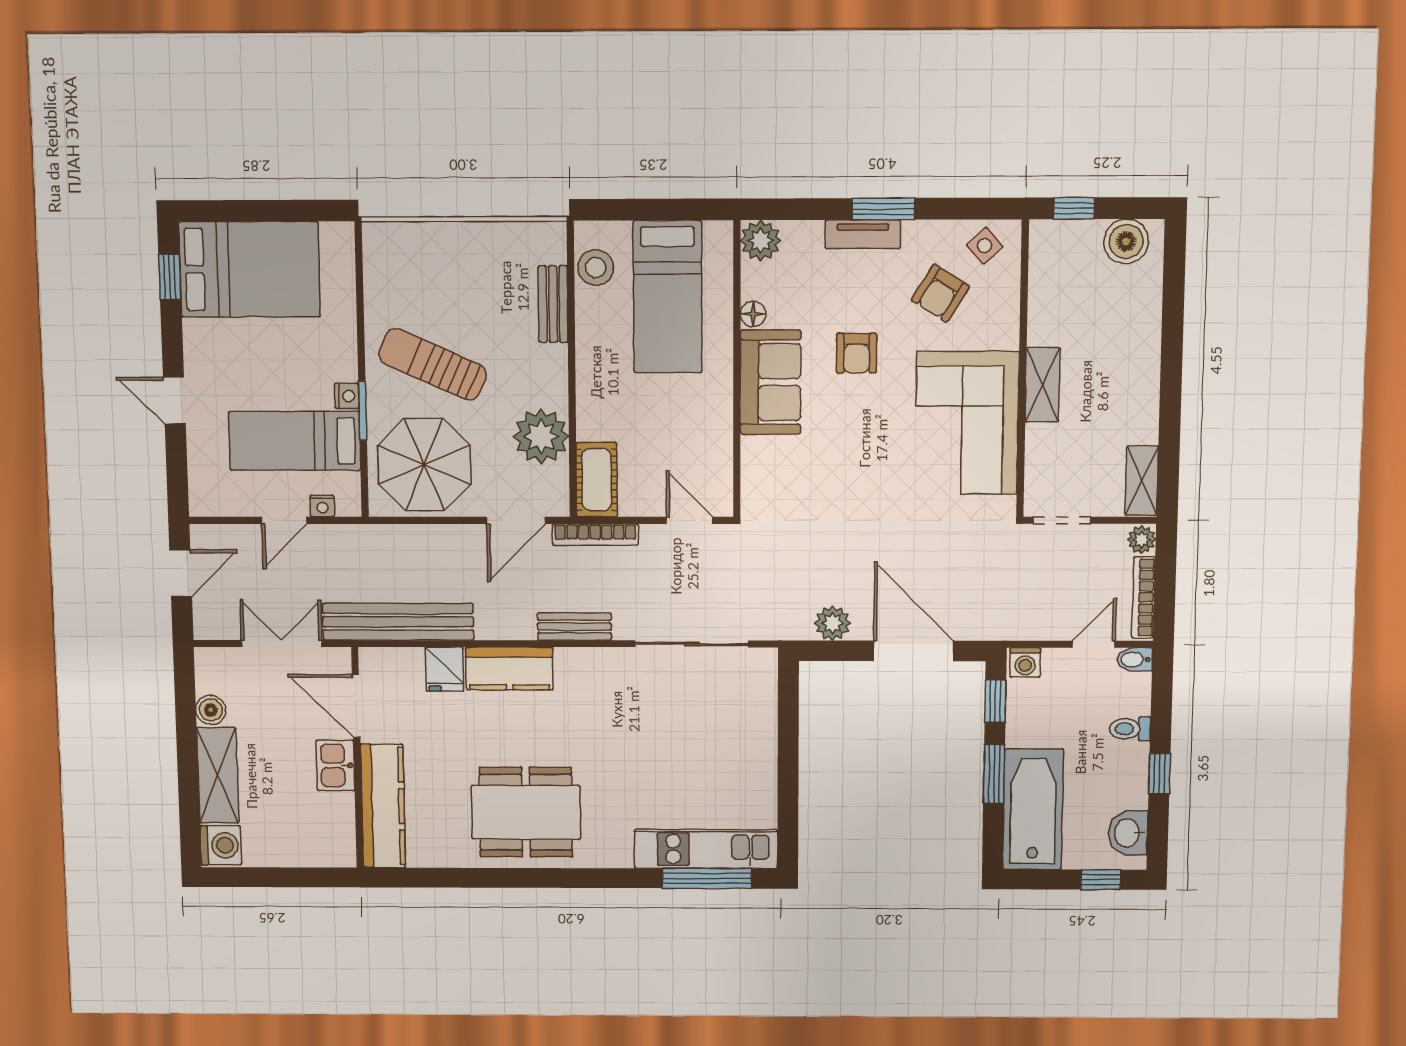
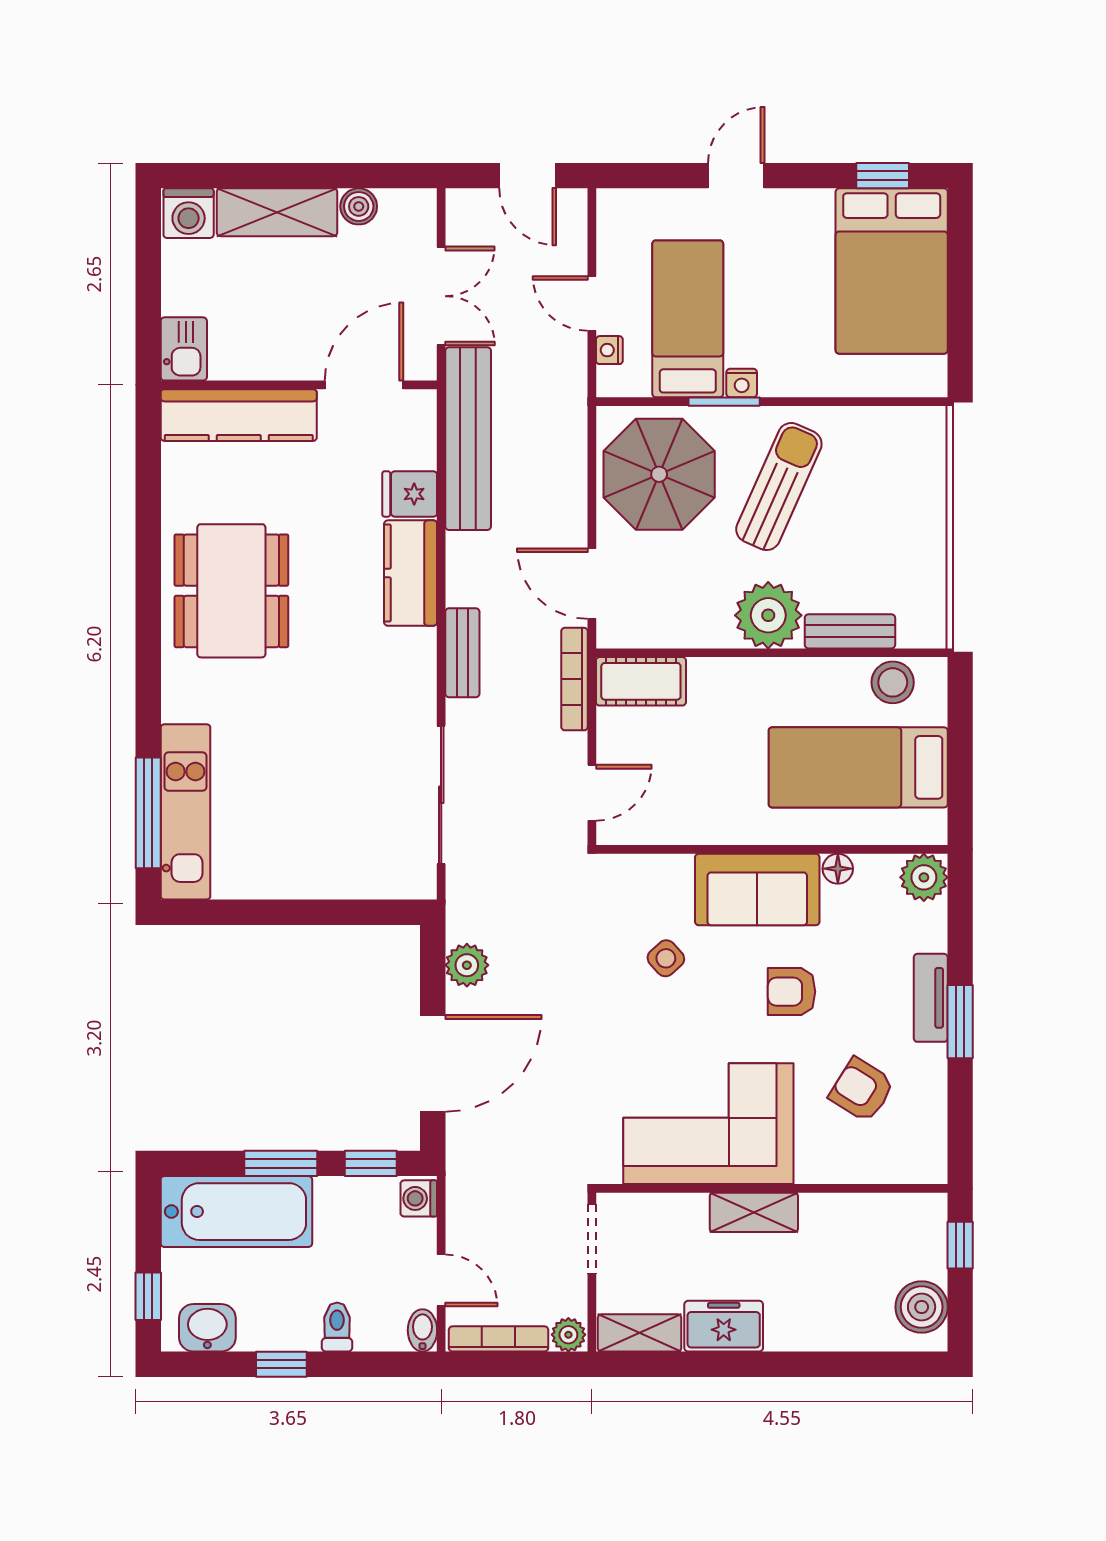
side table: (985, 246) -> (666, 958), moved
freezer: (1138, 410) -> (724, 1326), added
plant: (541, 436) -> (768, 615), moved
kitchen sink: (335, 765) -> (184, 349), moved, turned 90

